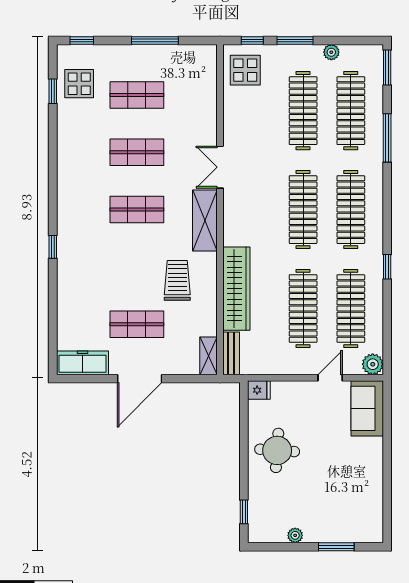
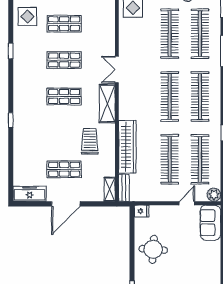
window: (53, 91) -> (11, 51), moved

